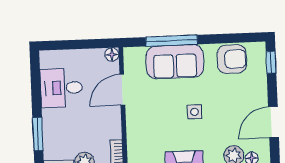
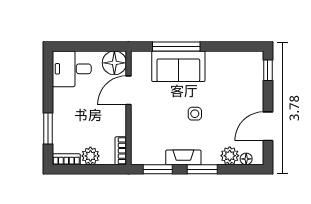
floor lamp: (112, 55) -> (114, 63), width x1.89, depth x1.89
armchair: (232, 59) -> (231, 66), removed
desk: (61, 88) -> (72, 69), moved

